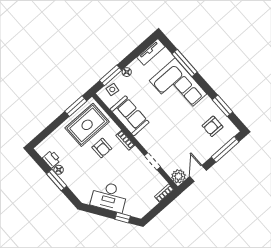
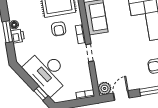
printer: (52, 159) -> (18, 36), moved
doorway: (152, 161) -> (90, 53), moved
desk: (109, 197) -> (47, 72), width x1.36, depth x1.30

